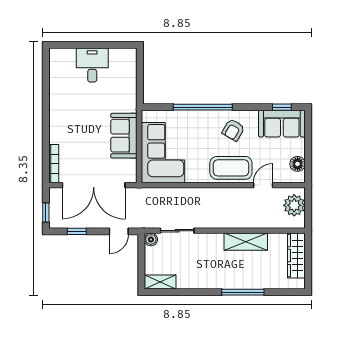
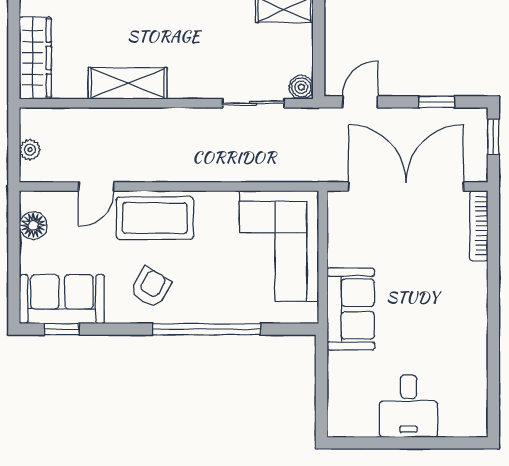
sofa: (124, 136) -> (351, 309), moved
plant: (294, 205) -> (30, 150), width x0.53, depth x0.53

